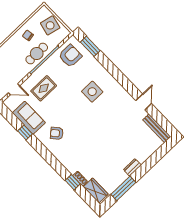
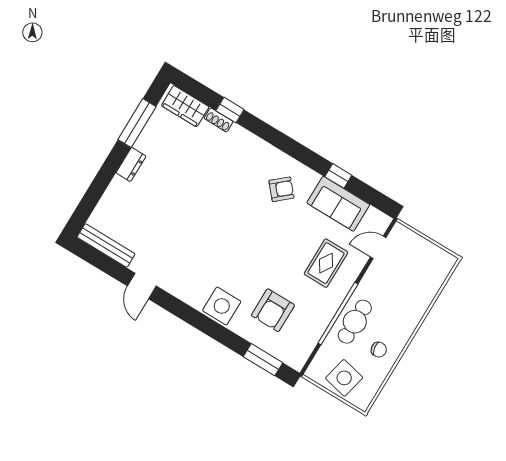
armchair: (70, 56) -> (273, 310), moved
side table: (92, 92) -> (222, 306), moved

